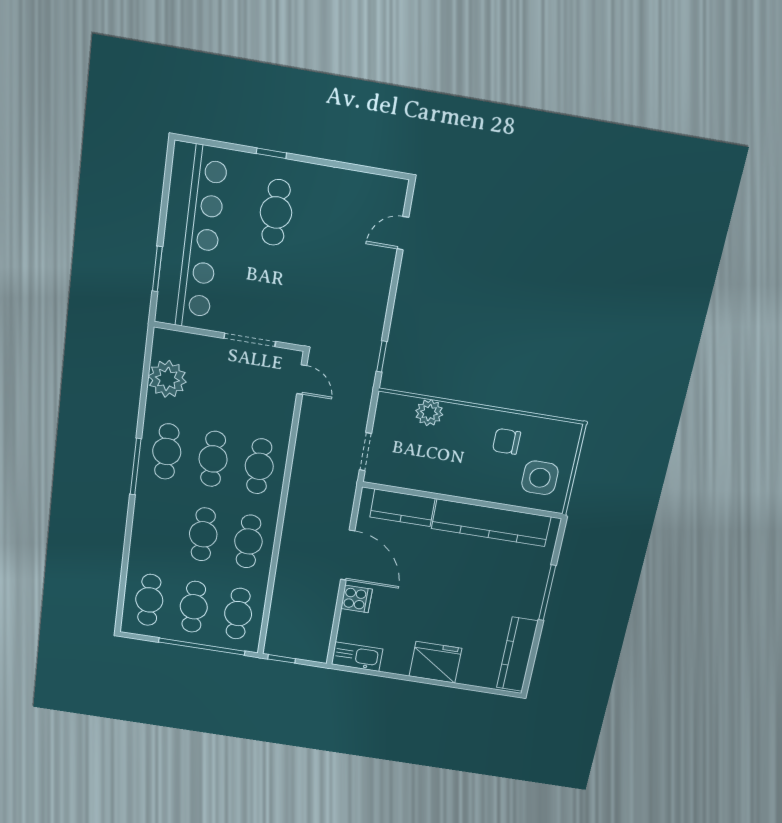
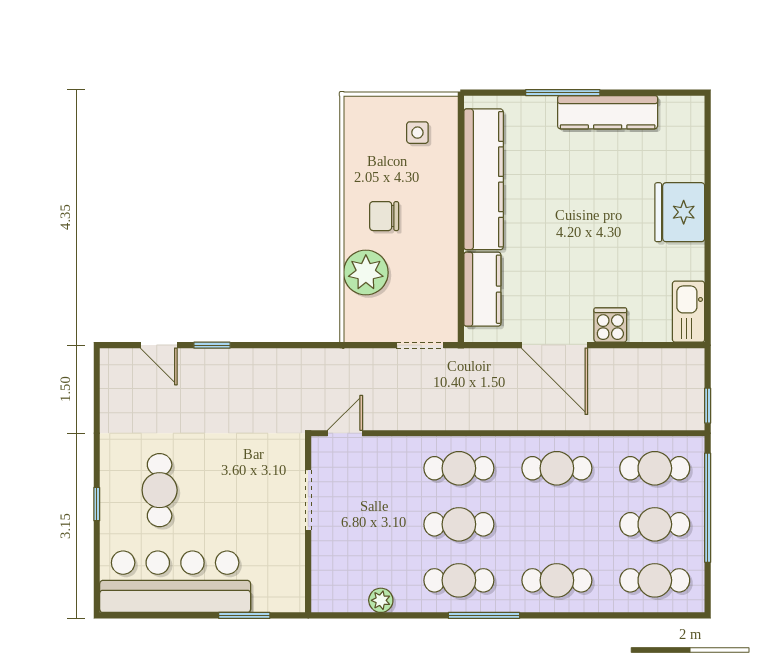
cafe table: (276, 212) -> (160, 490), turned 90
bar counter: (191, 237) -> (175, 582), width x0.73
window: (382, 356) -> (212, 345), moved
plant: (167, 379) -> (381, 600), width x0.53, depth x0.53
plant: (429, 413) -> (366, 273), width x1.36, depth x1.36
chair: (507, 441) -> (384, 216), moved, turned 90
side table: (540, 478) -> (417, 133), width x0.54, depth x0.54
cafe table: (203, 534) -> (557, 580), moved
door: (348, 555) -> (555, 345), swing flipped
kitchen counter: (517, 654) -> (608, 112), moved

